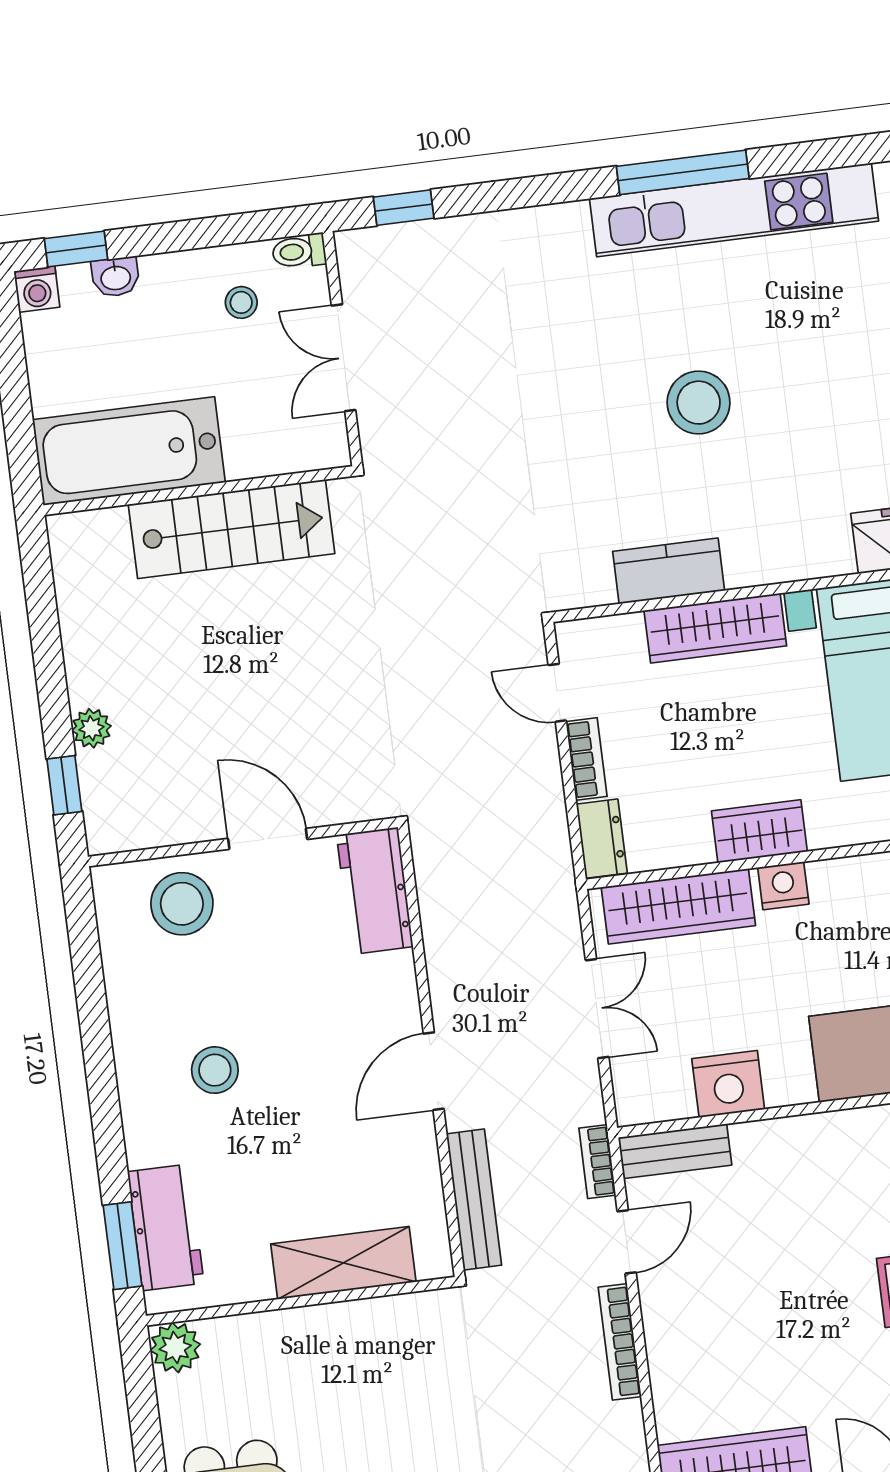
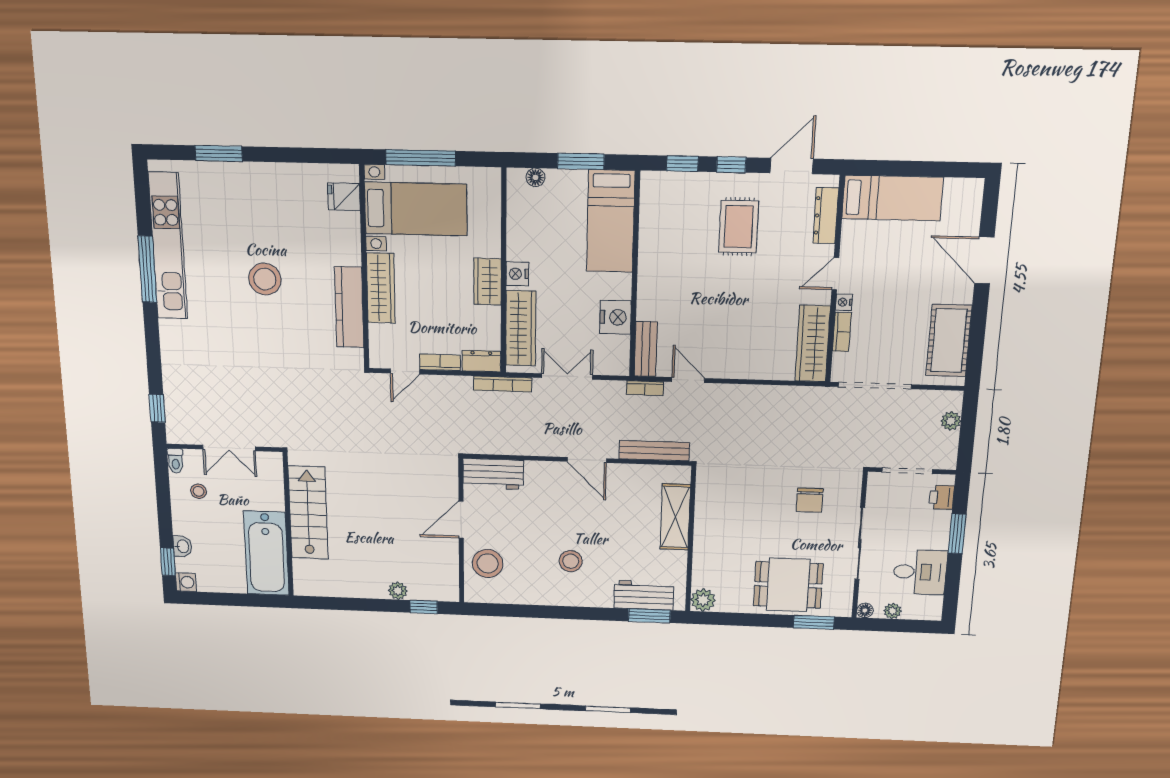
kitchen counter: (669, 571) -> (349, 307), width x1.50
bookcase: (620, 1342) -> (503, 384), moved

